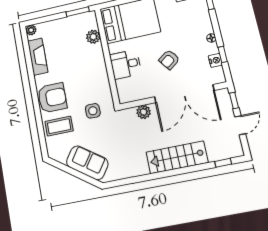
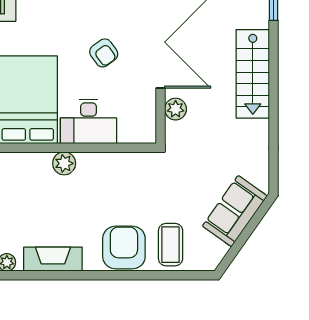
plant: (93, 37) -> (64, 163), moved
desk: (125, 64) -> (89, 121), width x1.37
side table: (93, 111) -> (158, 187), removed

